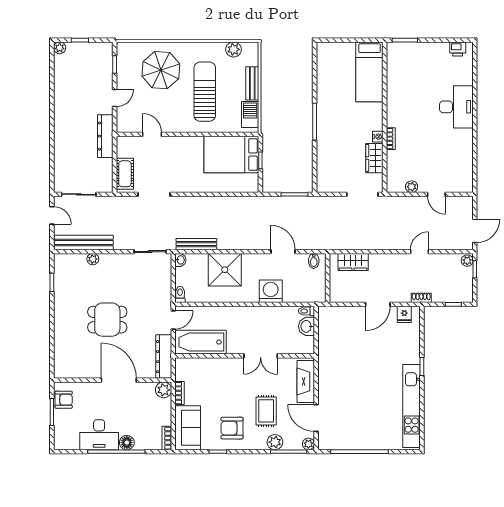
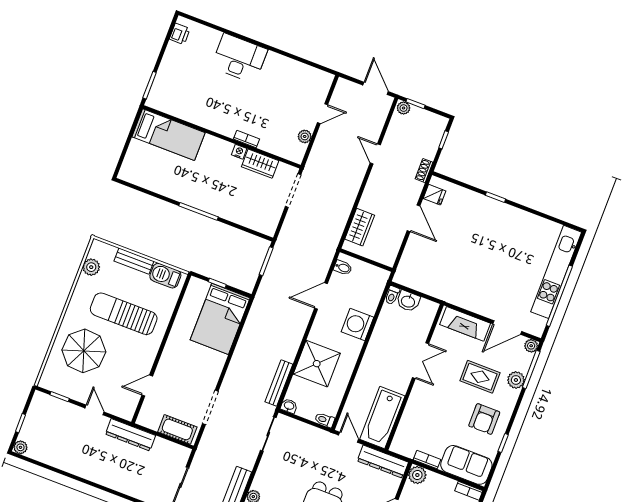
bed: (231, 155) -> (220, 319), moved
kitchen unit: (412, 406) -> (556, 272), moved, turned 90

